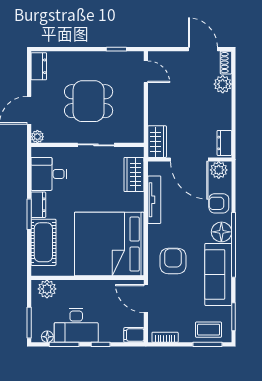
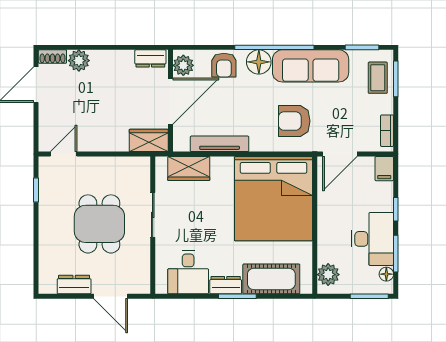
dresser: (39, 66) -> (74, 285), moved
plant: (37, 137) -> (143, 286), removed

